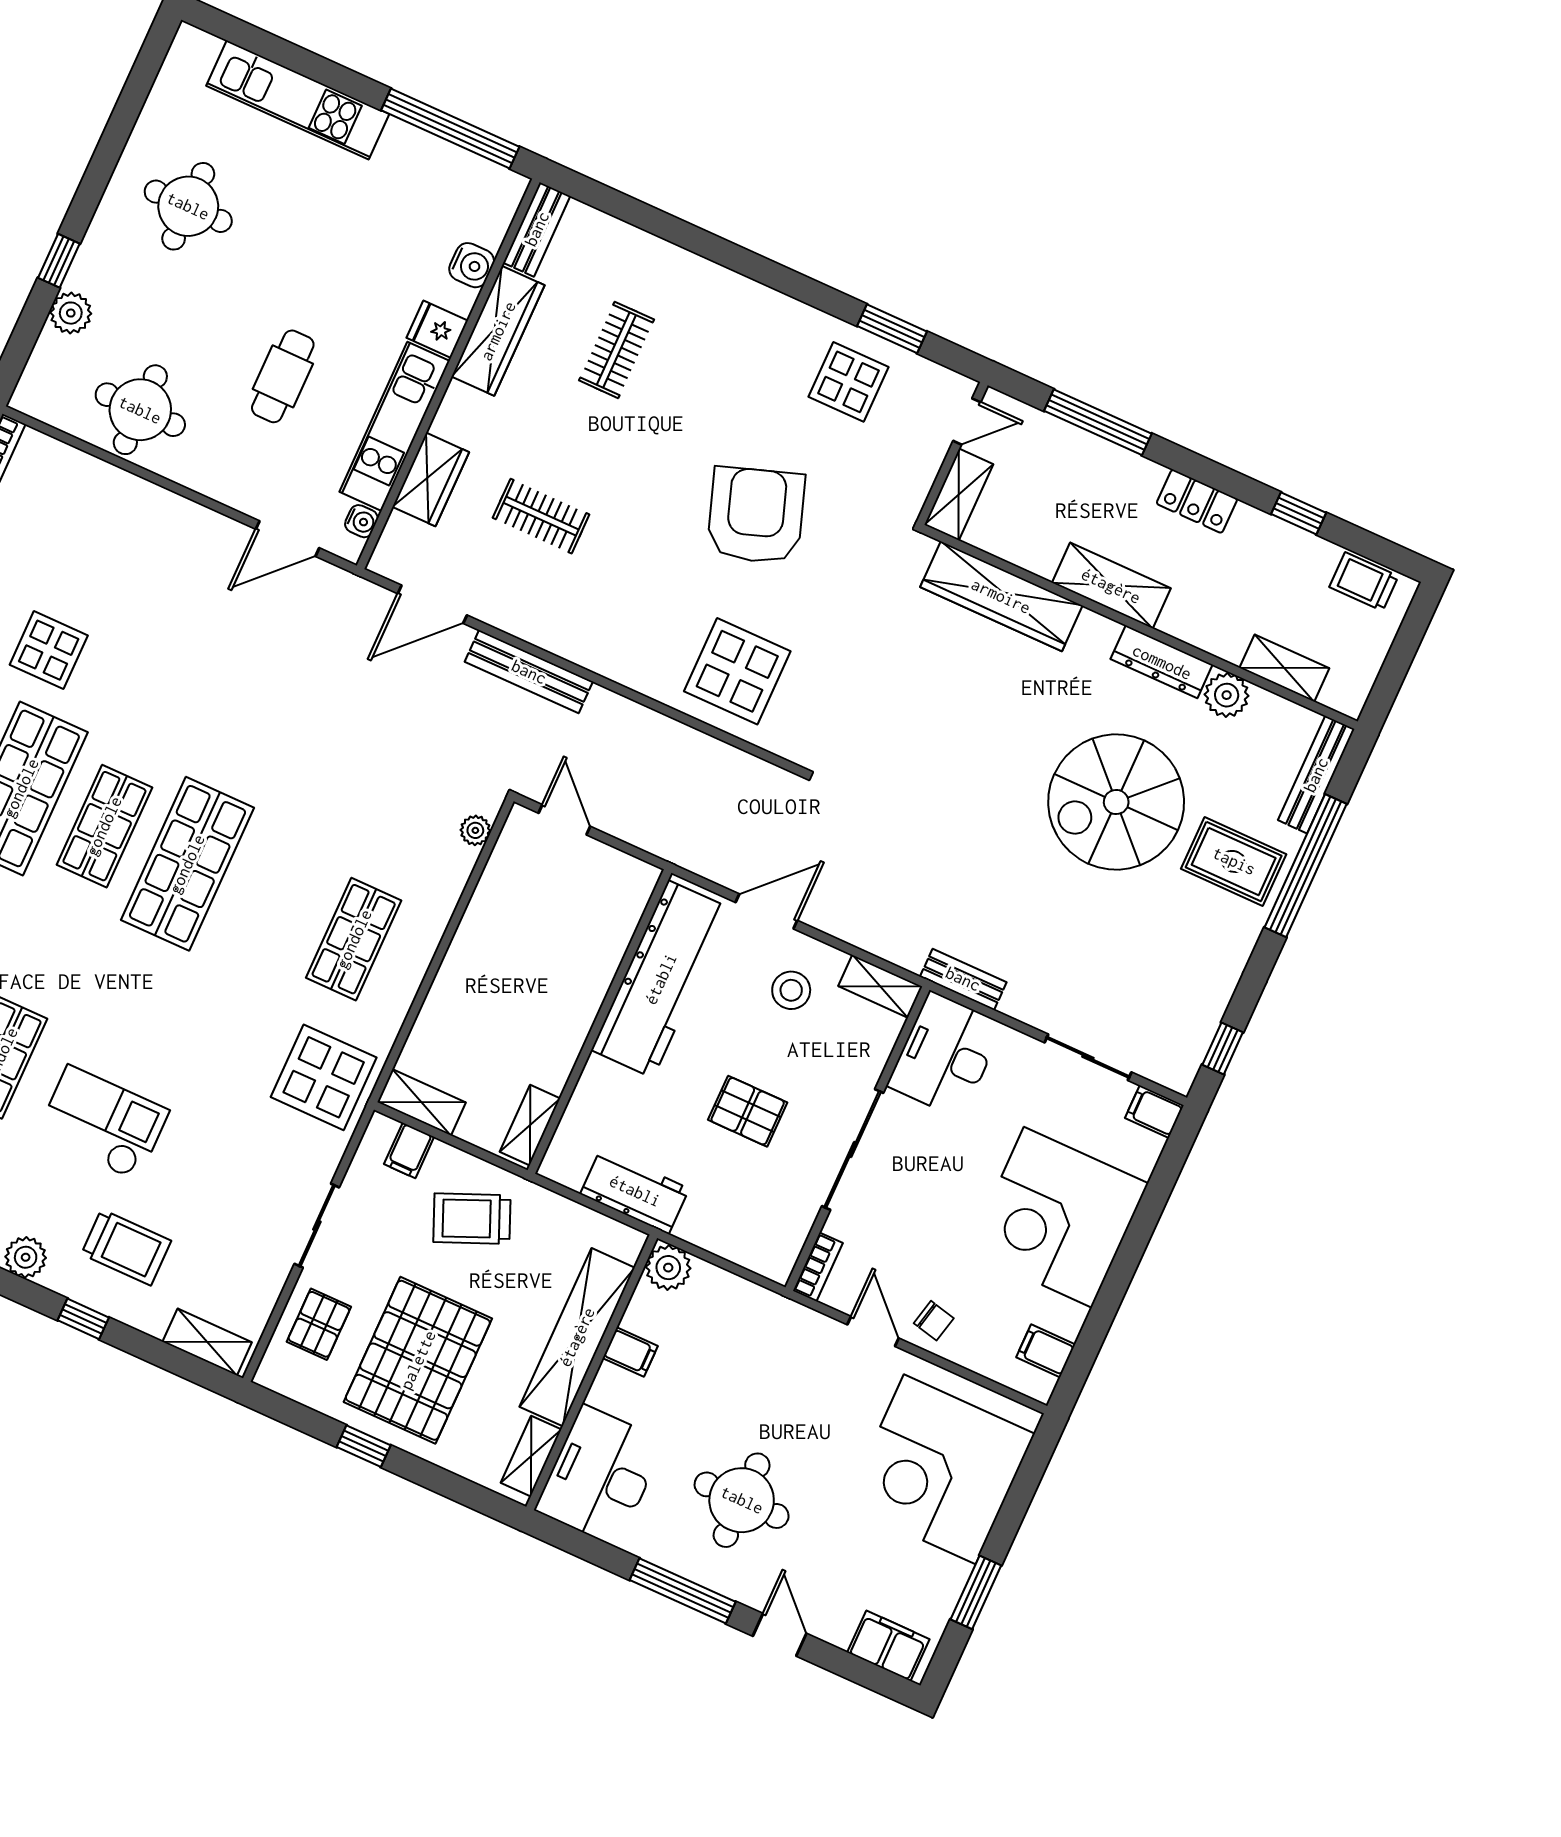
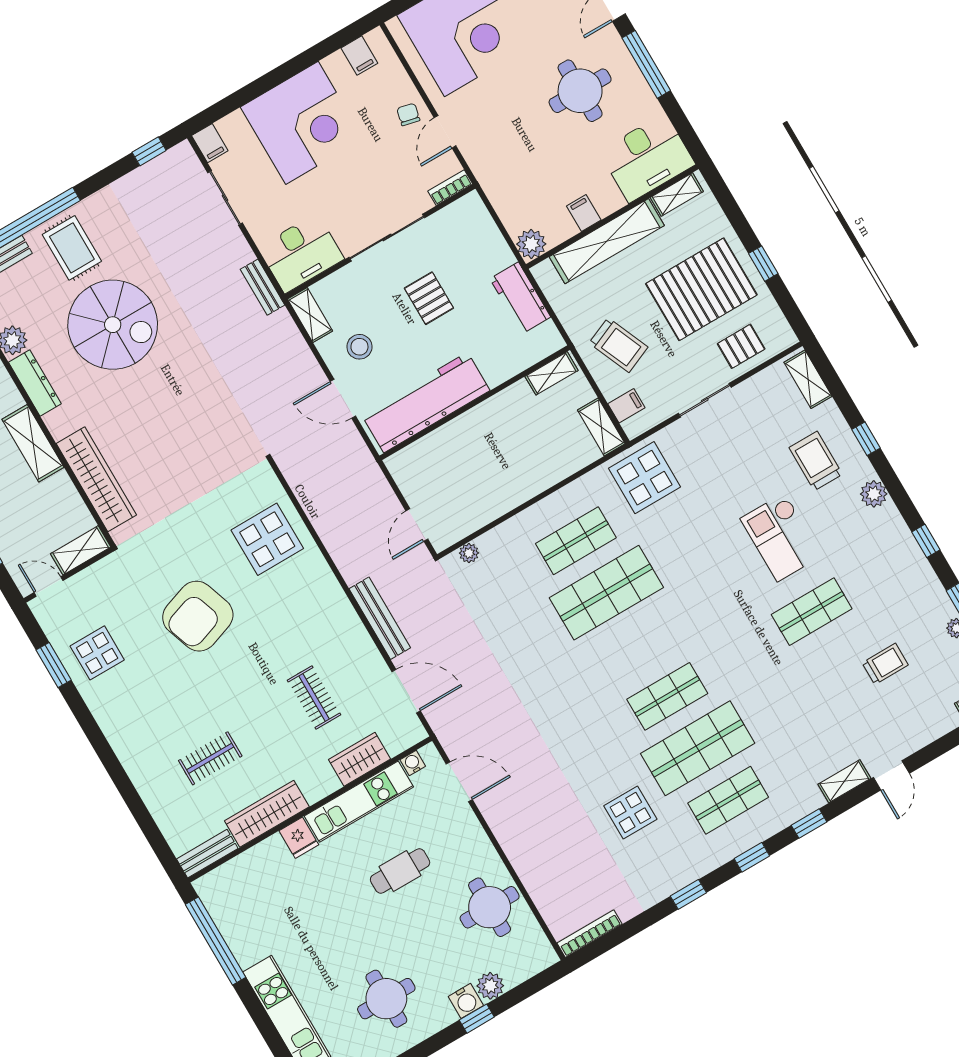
water cooler: (472, 265) -> (466, 1001), moved, turned 180
shop shelf: (187, 864) -> (606, 593), moved

